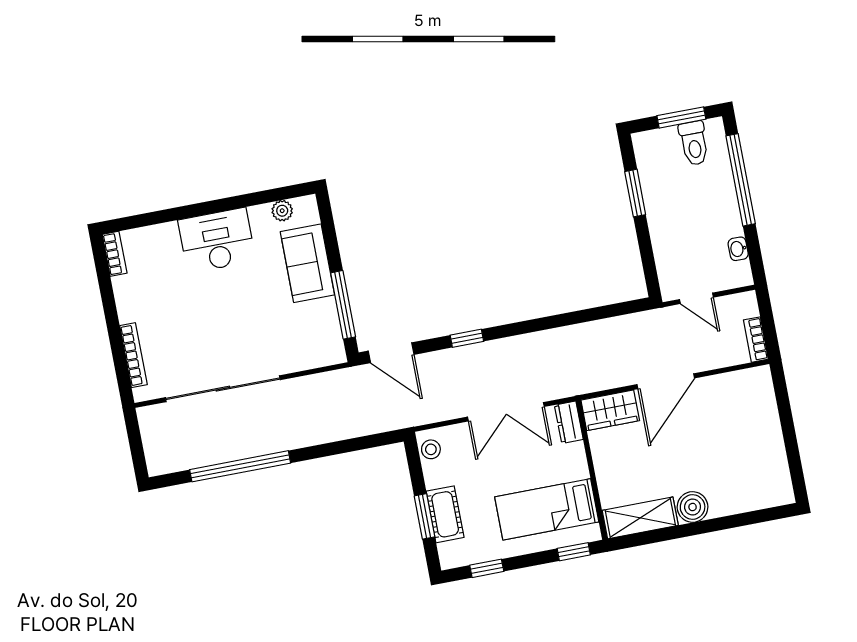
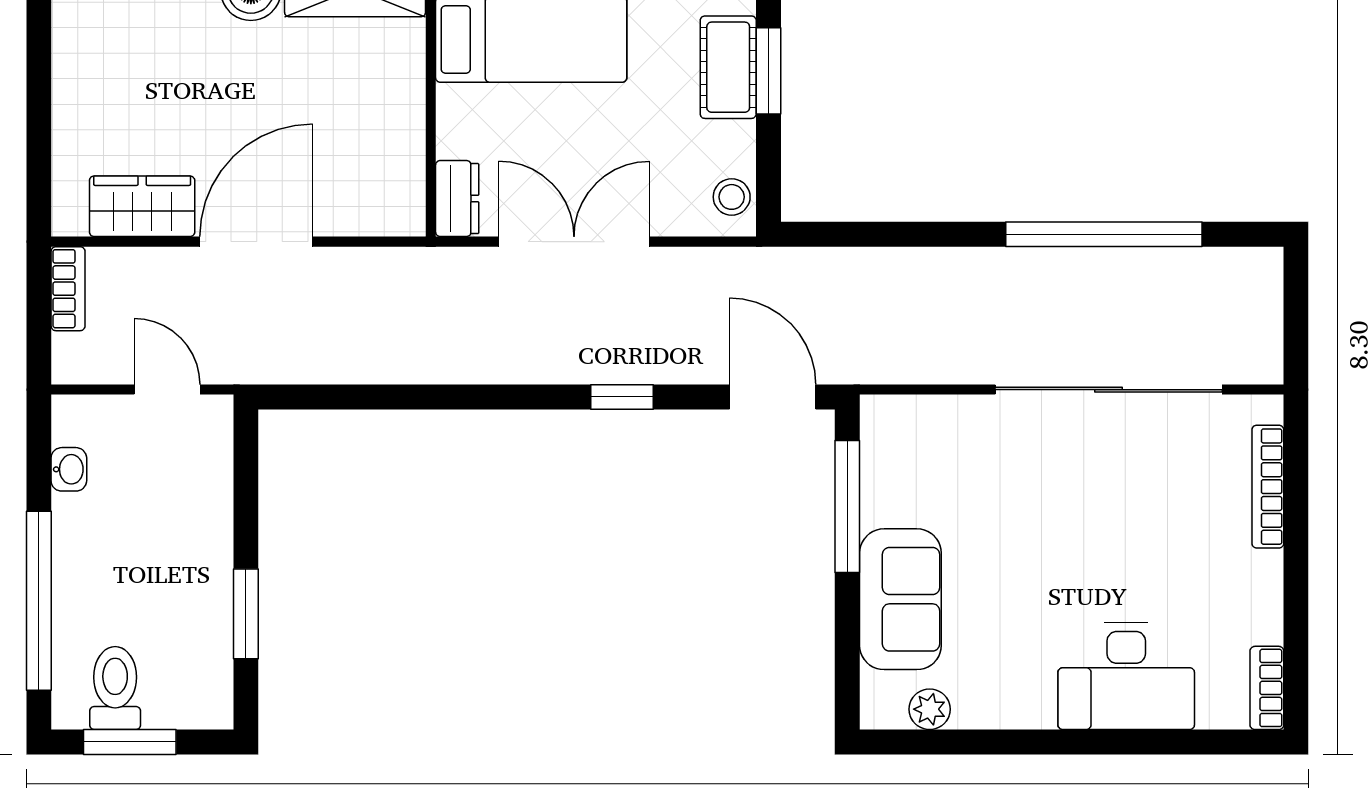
desk: (217, 240) -> (1126, 676), moved
wardrobe: (610, 410) -> (142, 206), moved

